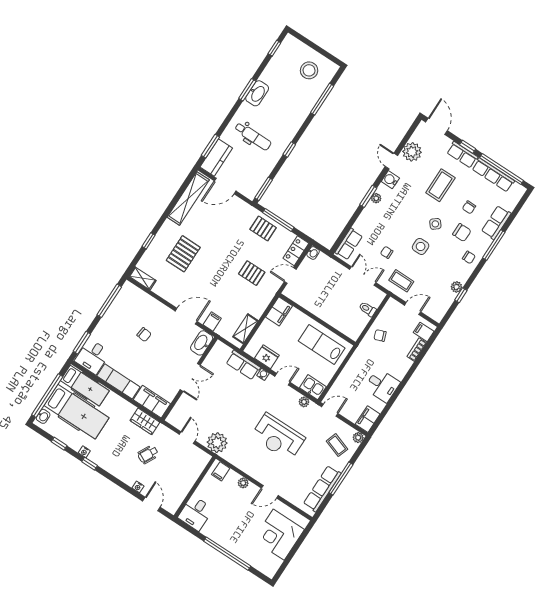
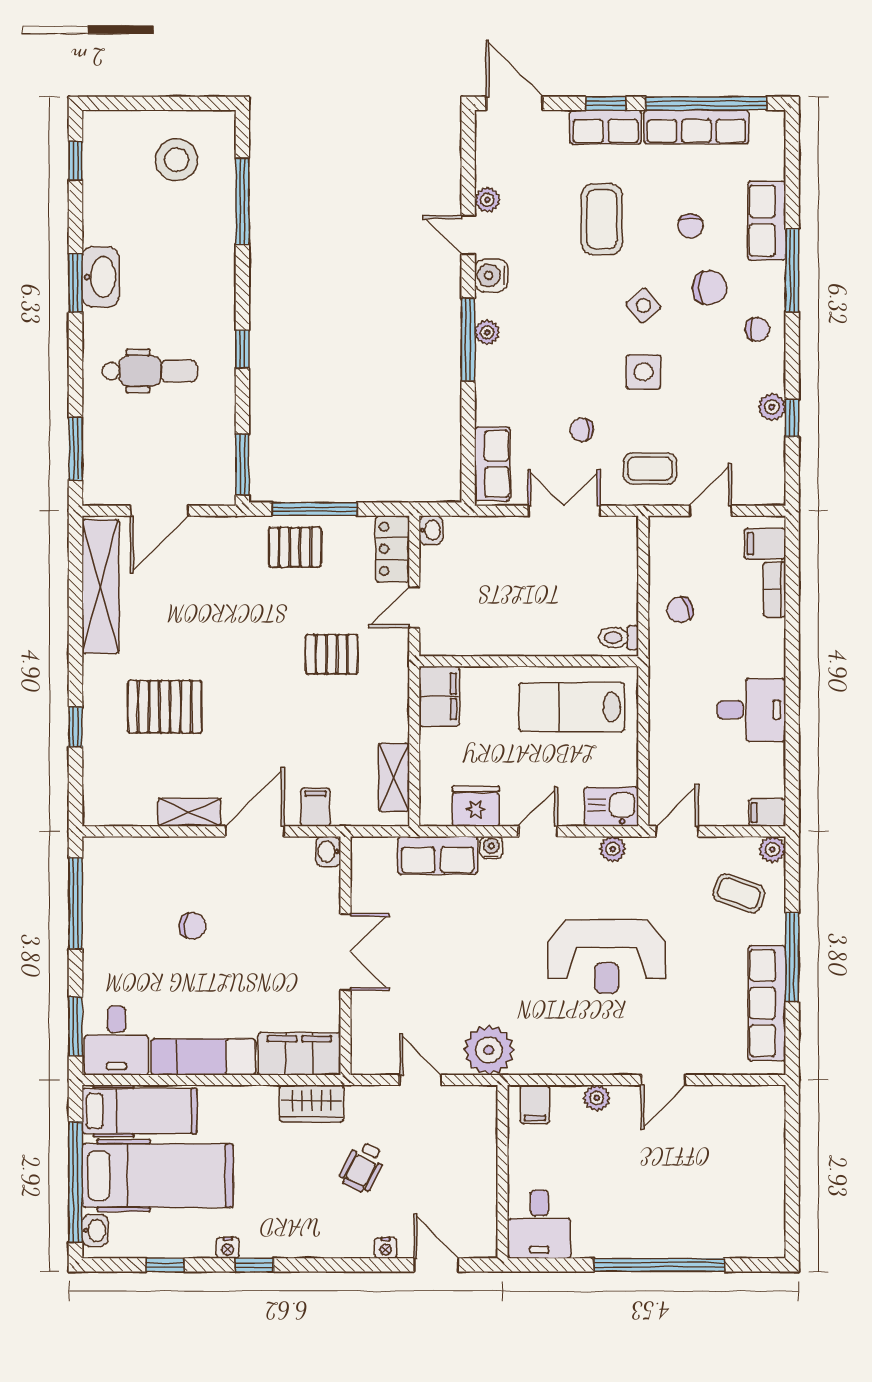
plant: (412, 152) -> (487, 200), width x0.53, depth x0.53
kitchen counter: (216, 157) -> (103, 464), removed
window: (368, 196) -> (468, 340), width x1.44
pallet: (183, 254) -> (165, 707), turned 90
shelving: (142, 278) -> (189, 812), moved
toilet: (368, 309) -> (619, 638), moved
washbasin: (202, 343) -> (328, 852), width x0.52, depth x0.69
filing cabinet: (368, 419) -> (767, 813), width x0.50
corner desk: (279, 535) -> (740, 1156), removed

